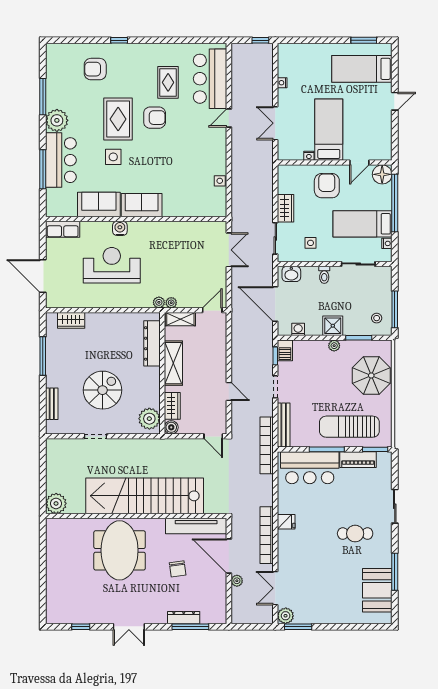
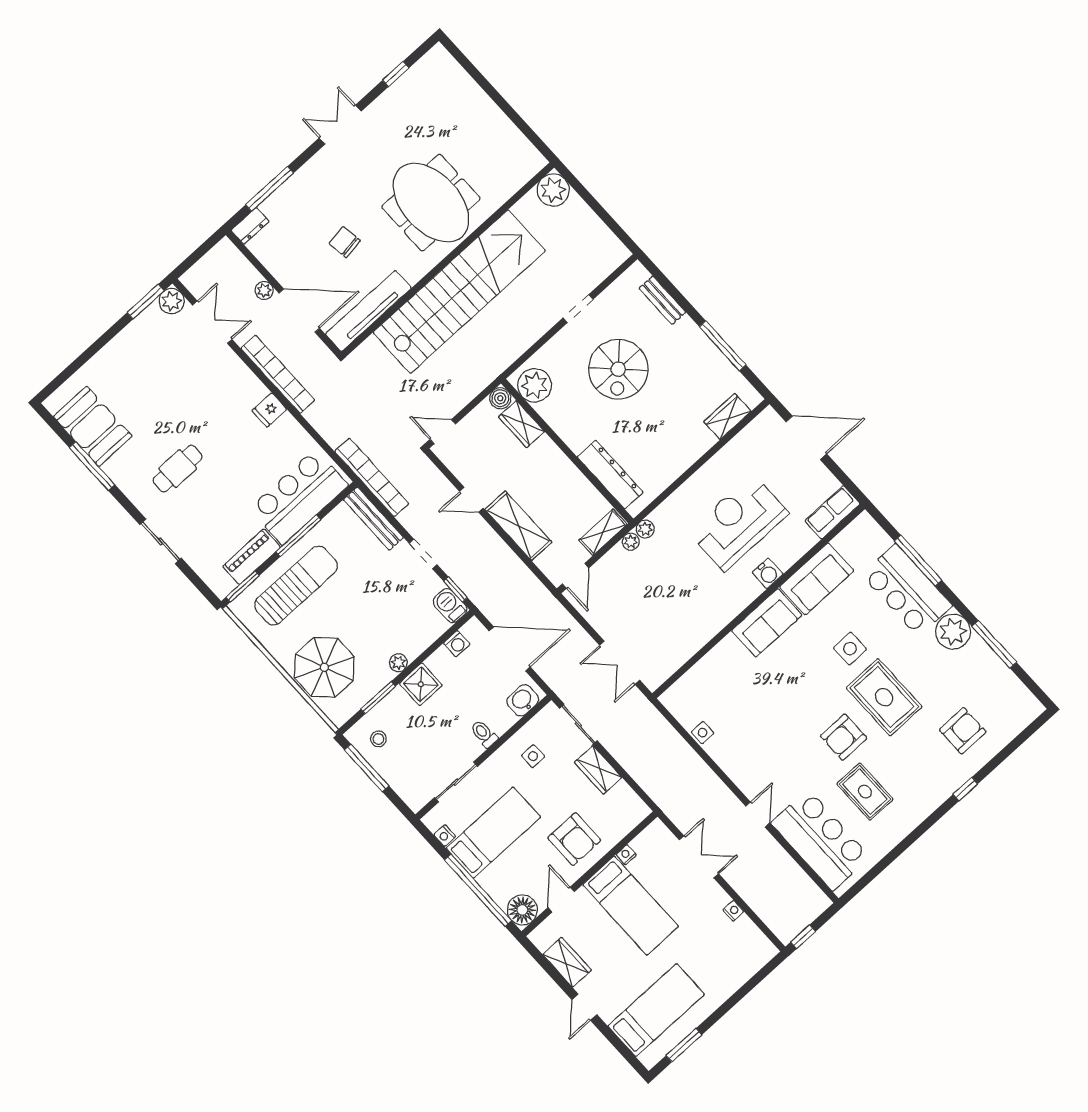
wardrobe: (384, 130) -> (567, 962), added
reception desk: (112, 265) -> (738, 522), turned 180
shelving: (173, 363) -> (518, 526), moved
dresser: (184, 618) -> (250, 226), moved, width x0.70

